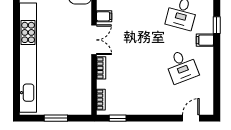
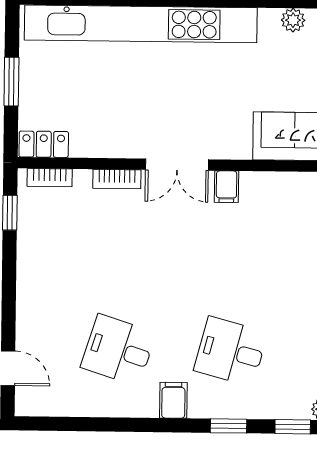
window: (217, 25) -> (228, 426), moved
desk: (182, 66) -> (118, 350), turned 39
locker: (85, 103) -> (44, 144), added

